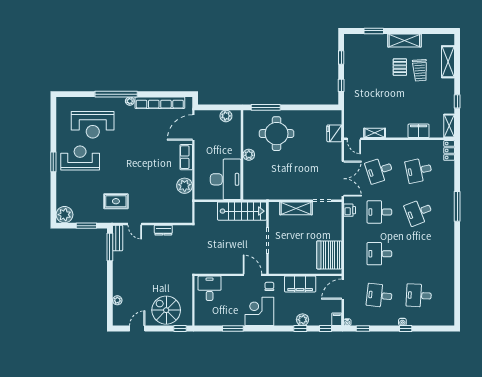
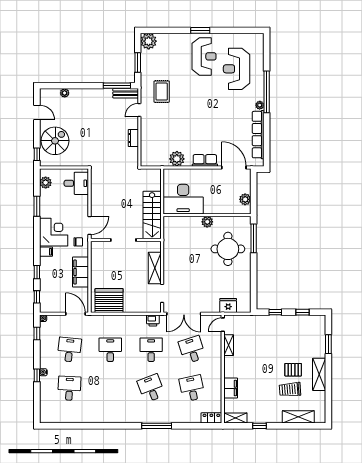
filing cabinet: (337, 319) -> (46, 252), moved
plant: (303, 320) -> (46, 183), moved

